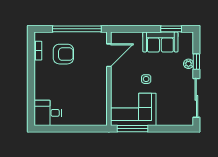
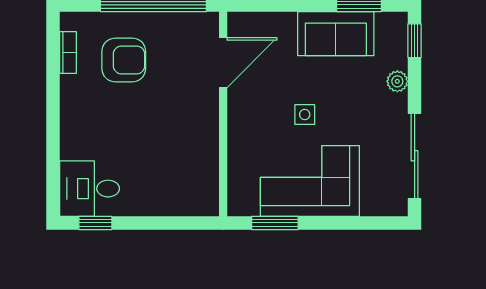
window: (196, 62) -> (415, 41), moved
corner sofa: (133, 109) -> (310, 181), moved
window: (50, 129) -> (95, 223), added
window: (133, 129) -> (275, 223), width x0.69

